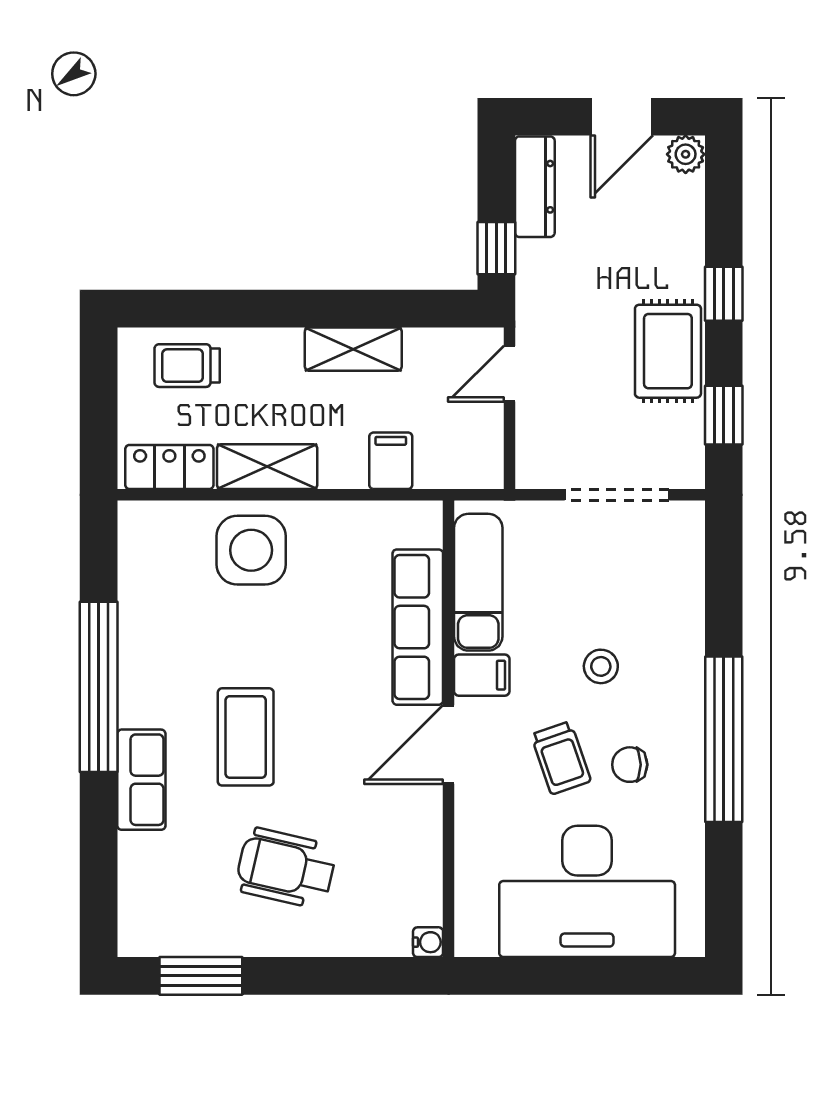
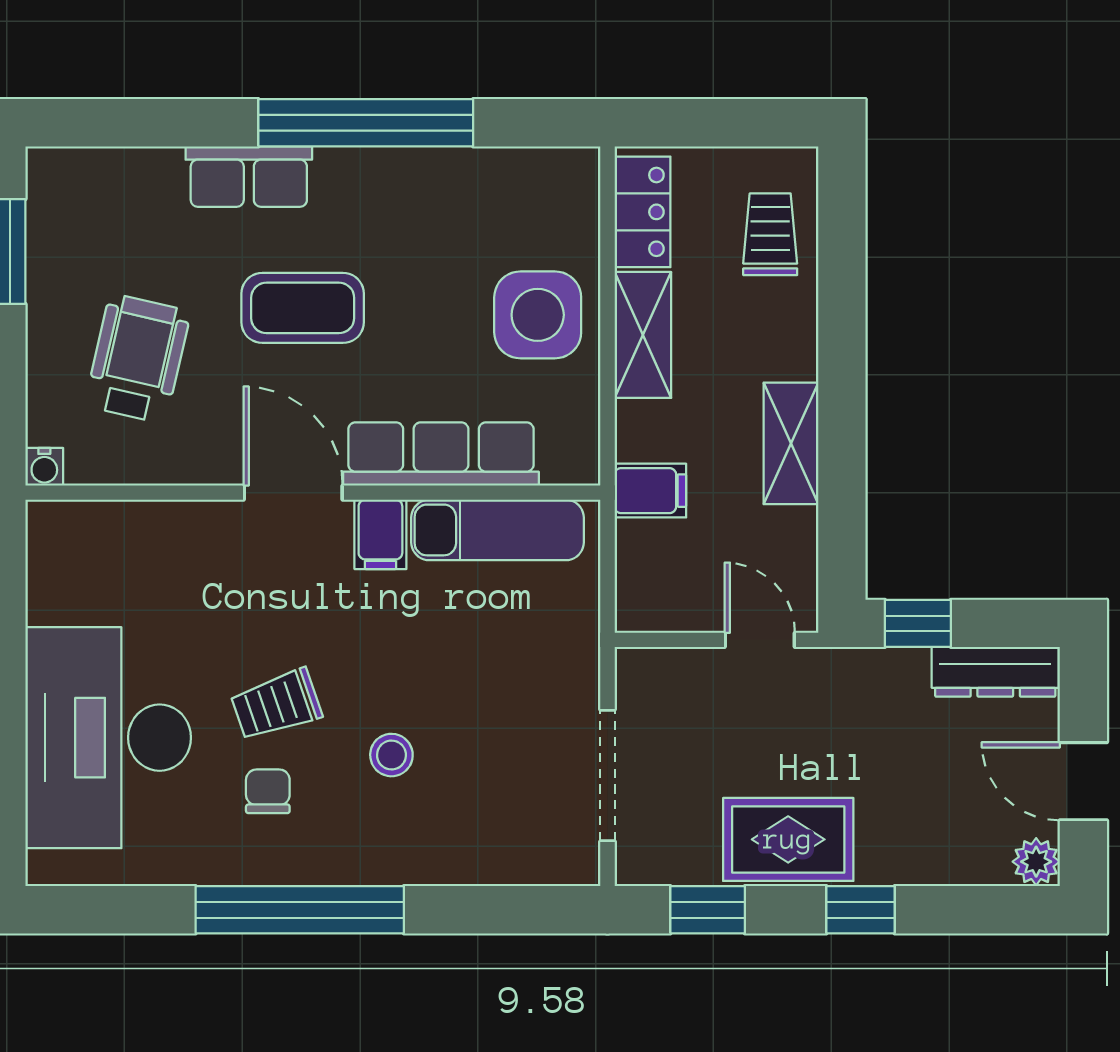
exam couch: (478, 582) -> (498, 530), moved
row of seats: (418, 627) -> (441, 454), moved
filing cabinet: (482, 675) -> (380, 534), moved
wall: (449, 729) -> (313, 493), moved
door: (449, 745) -> (293, 493), moved
water cooler: (428, 942) -> (44, 467), moved

